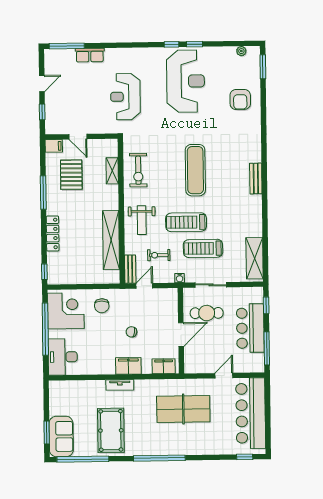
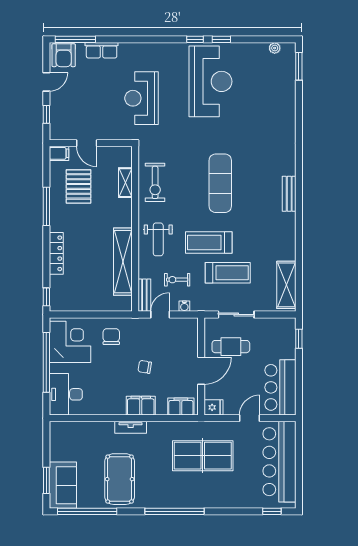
armchair: (240, 99) -> (64, 55), moved
treadmill: (203, 248) -> (228, 273), turned 180
water cooler: (180, 278) -> (184, 306), moved
chair: (102, 306) -> (111, 337), turned 180
bar counter: (250, 328) -> (280, 387), moved
window: (267, 348) -> (299, 388), removed
fridge: (192, 366) -> (214, 407), added

